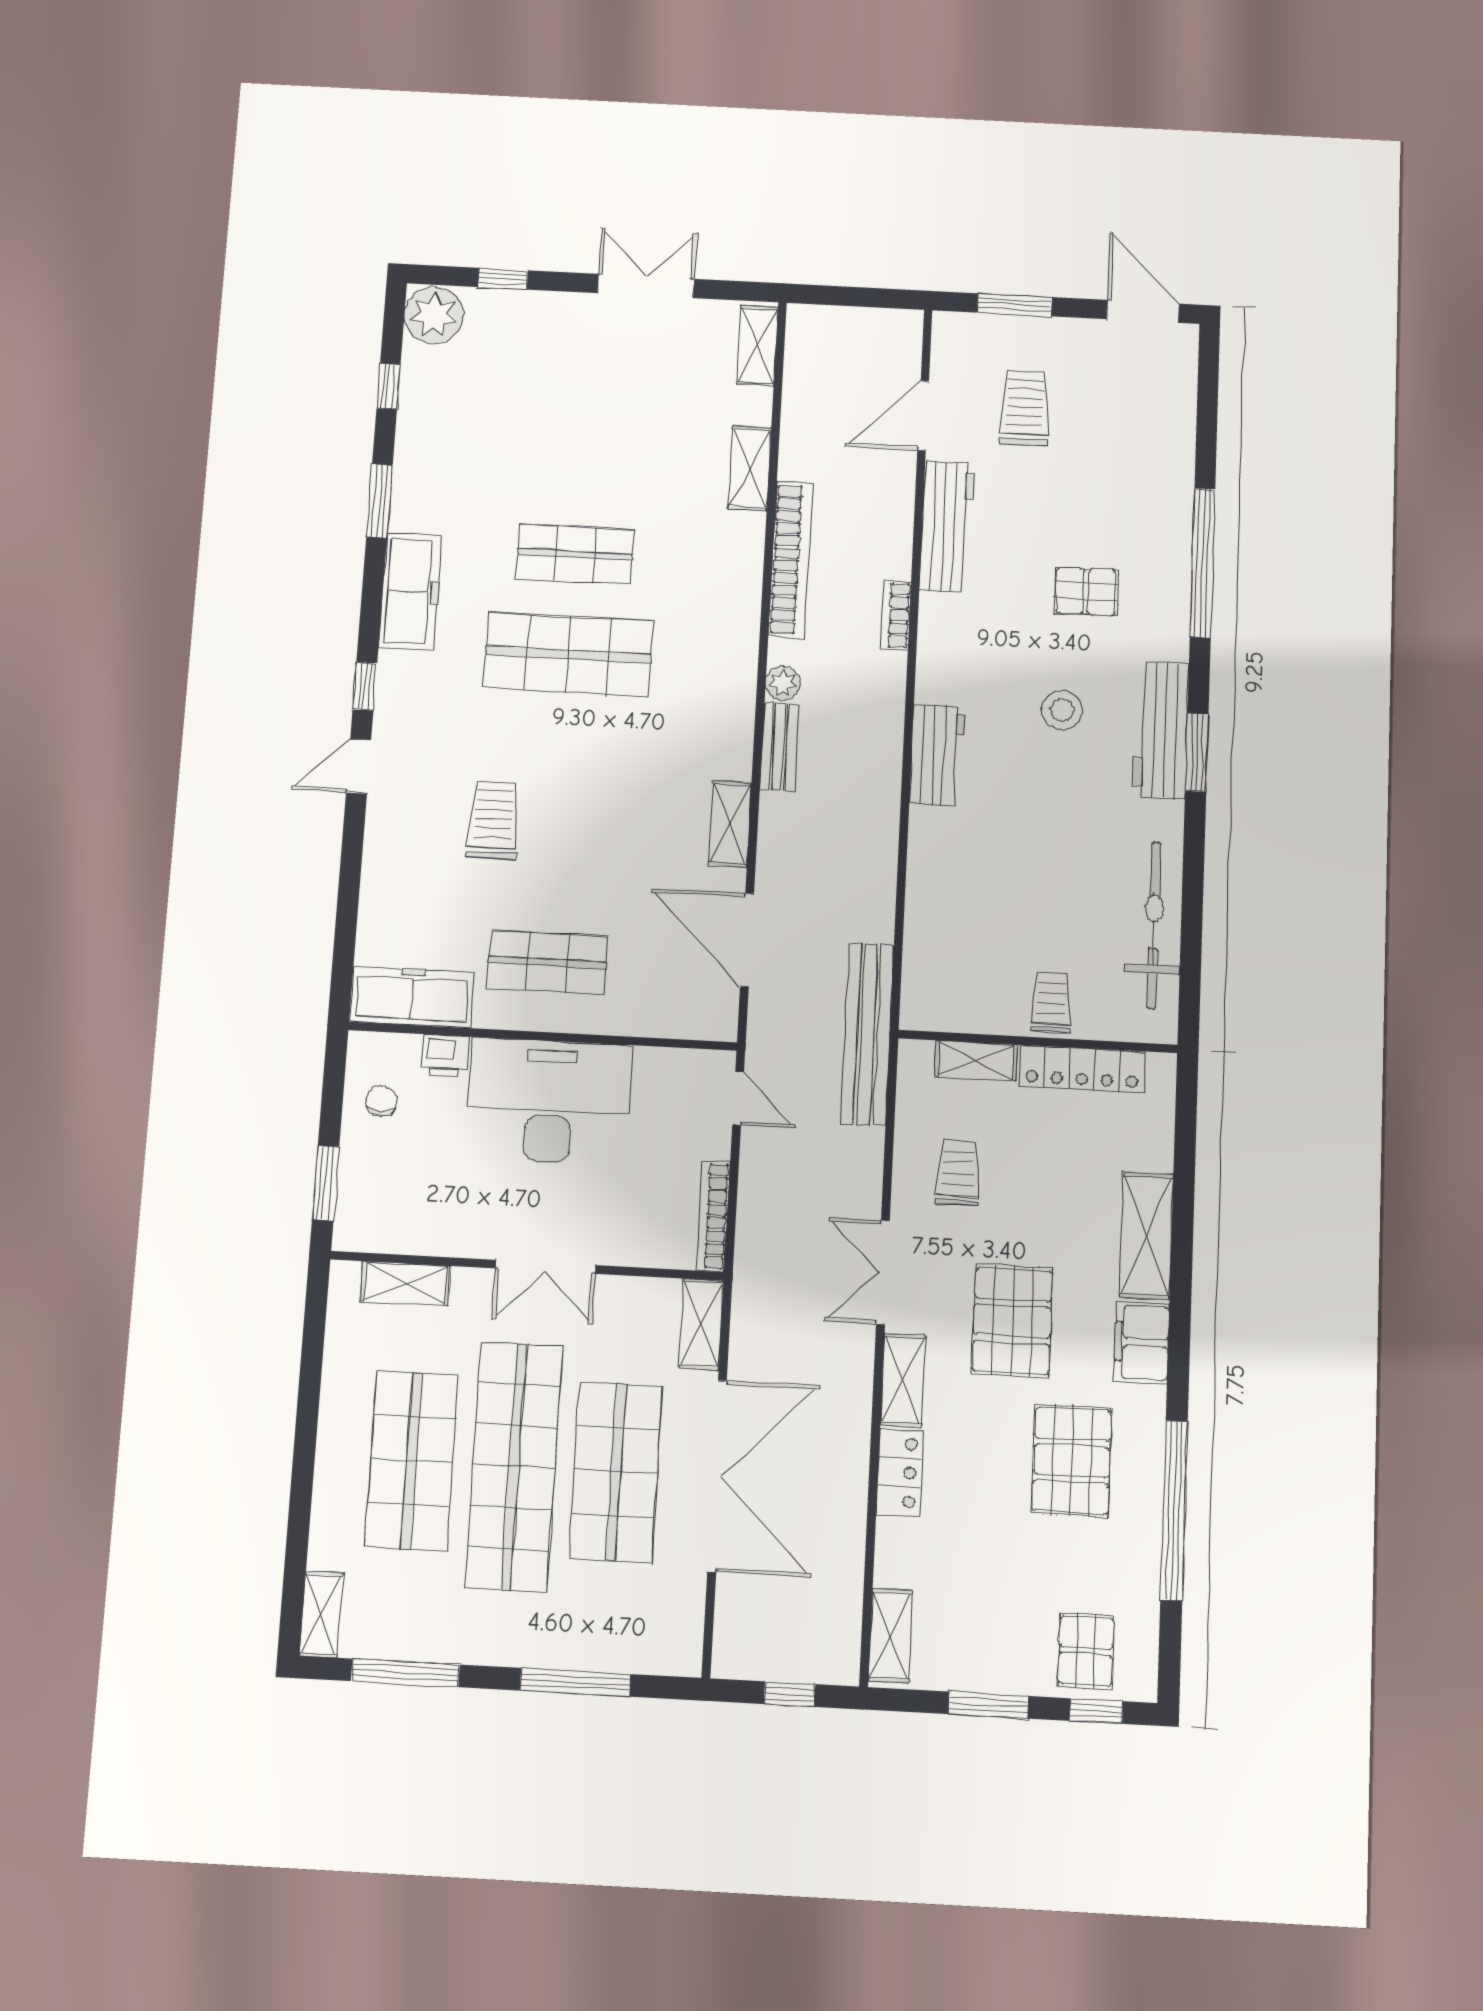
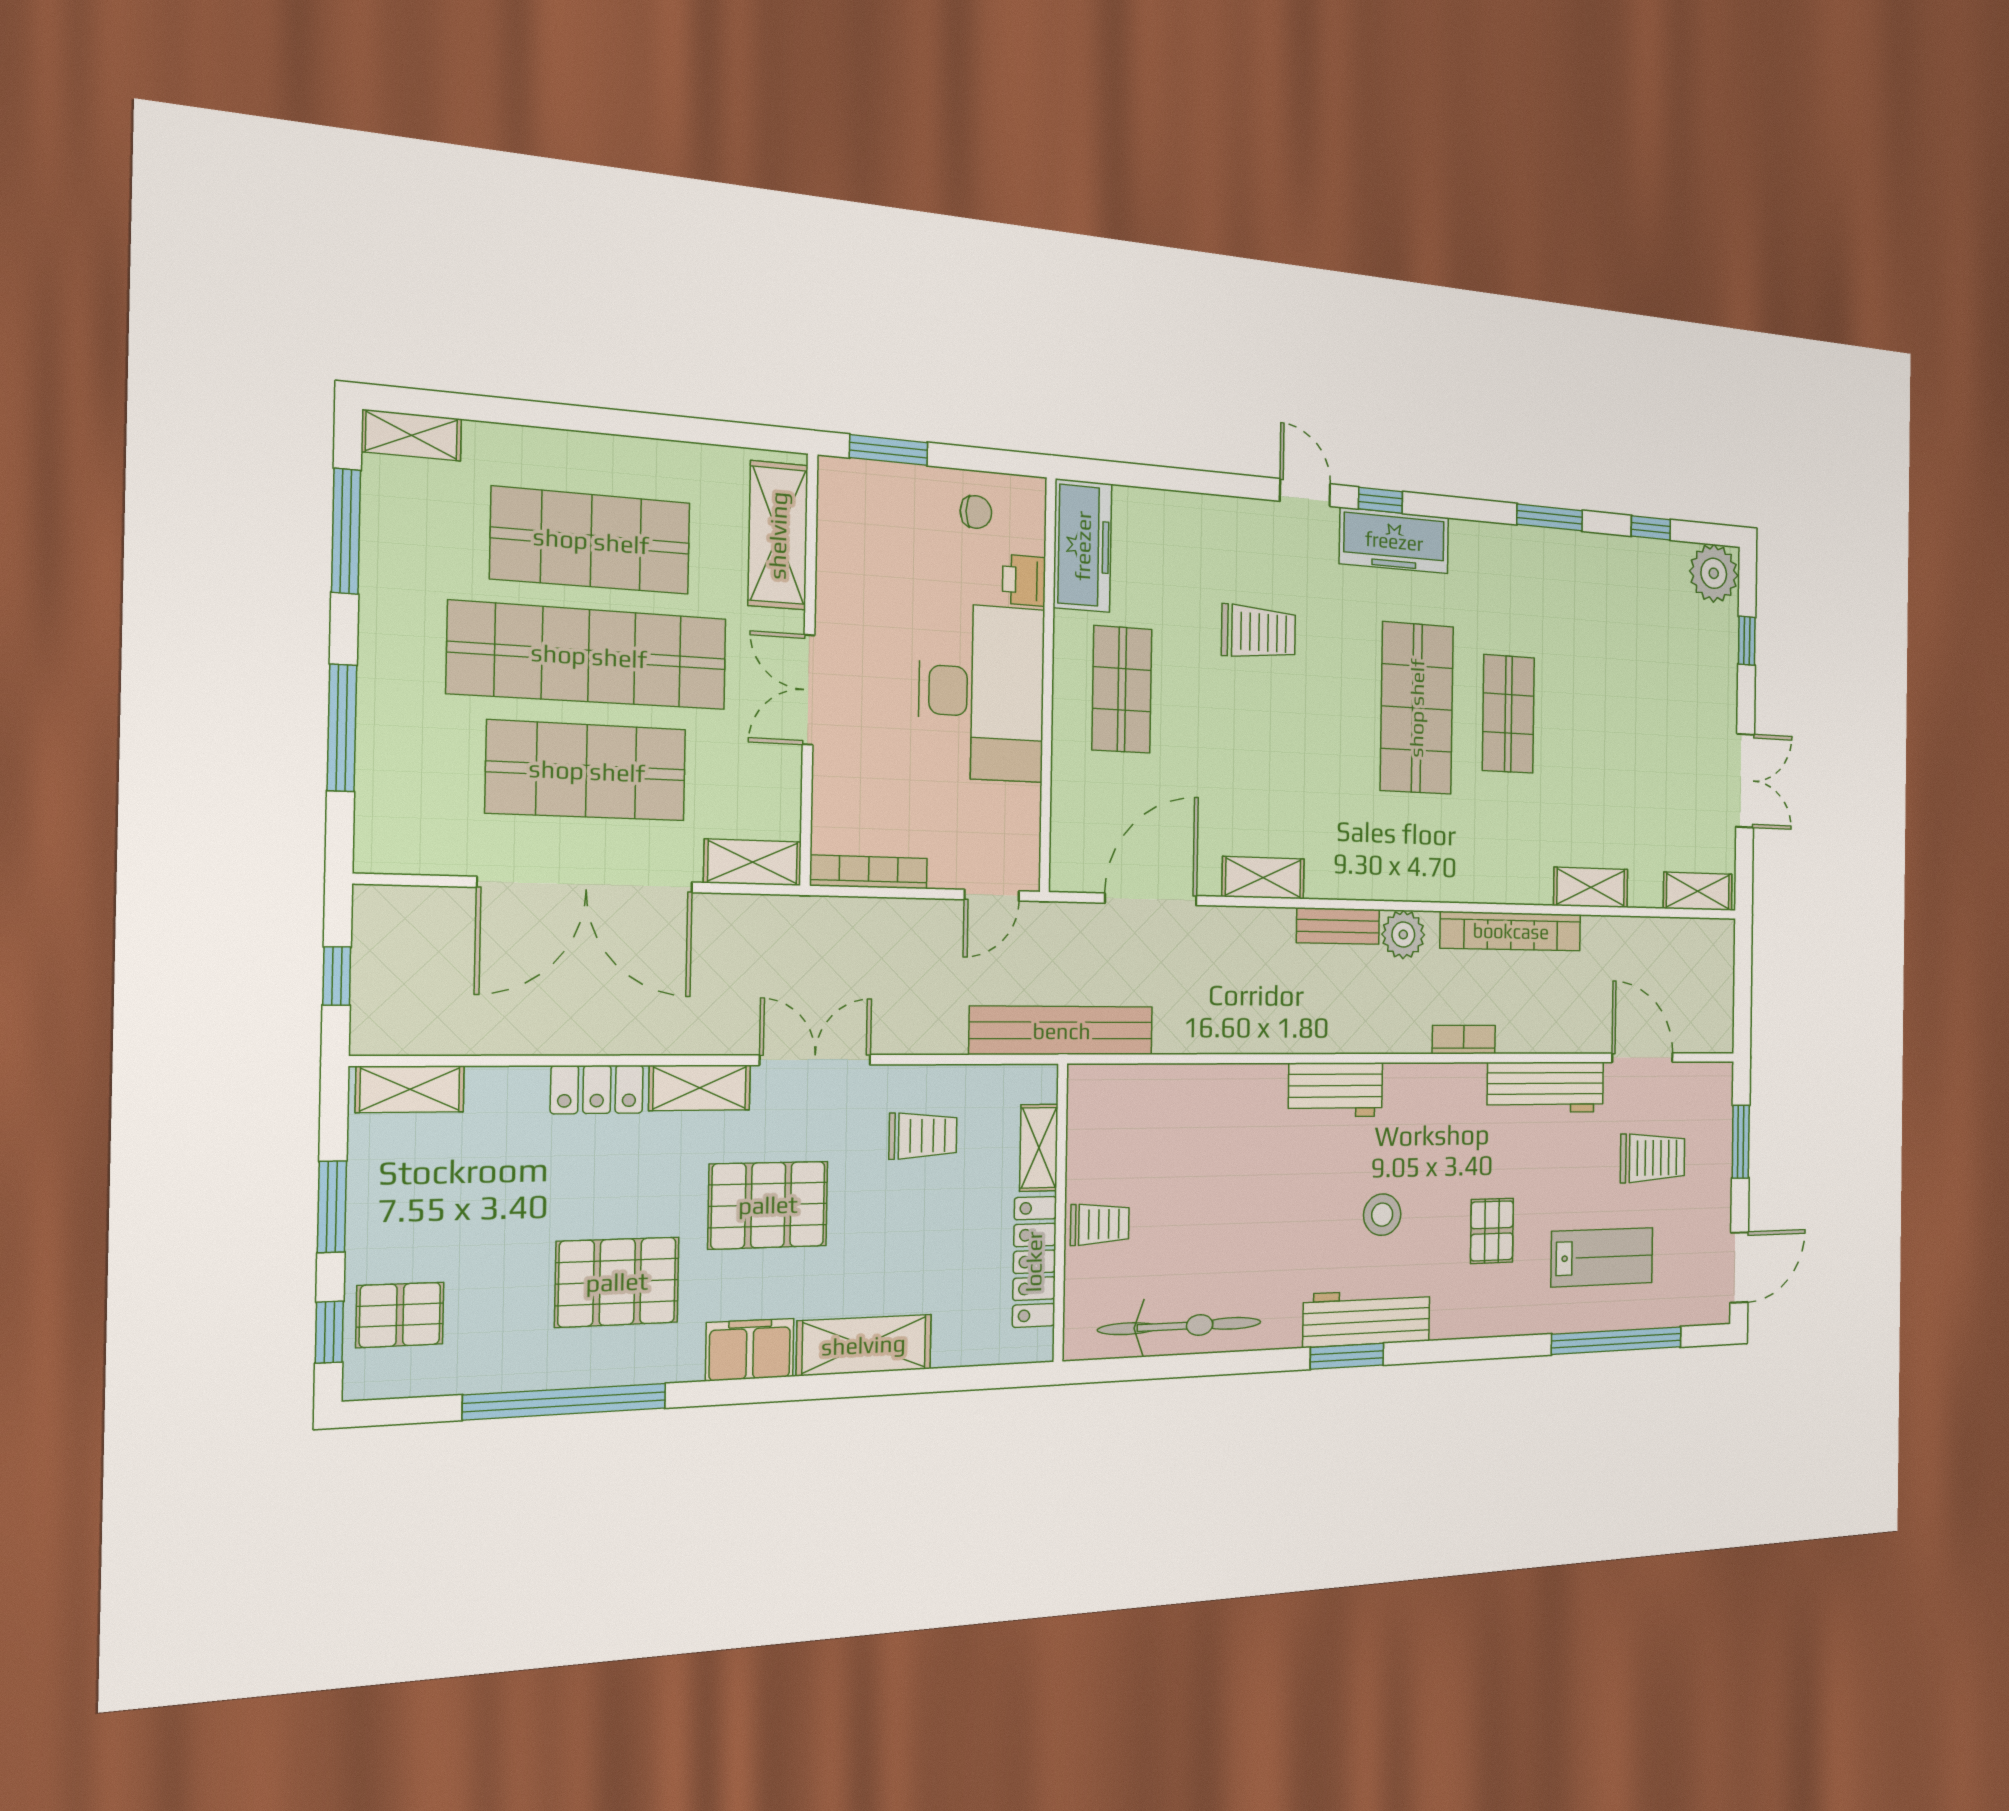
lab bench: (1121, 469) -> (1602, 1257), added
window: (1203, 563) -> (1617, 1341), moved
freezer: (410, 591) -> (1394, 541), moved
plant: (783, 683) -> (1403, 935), width x1.38, depth x1.38
shelving: (406, 1284) -> (778, 535), width x1.50, depth x1.33

